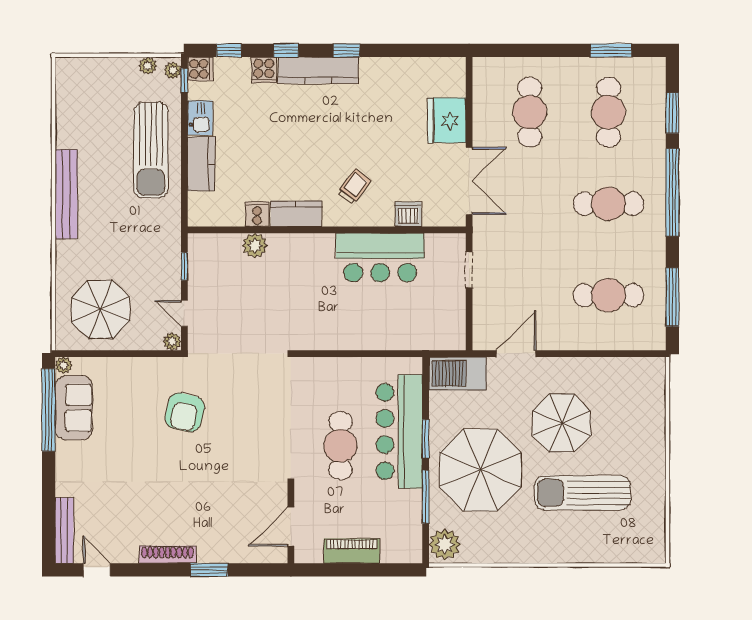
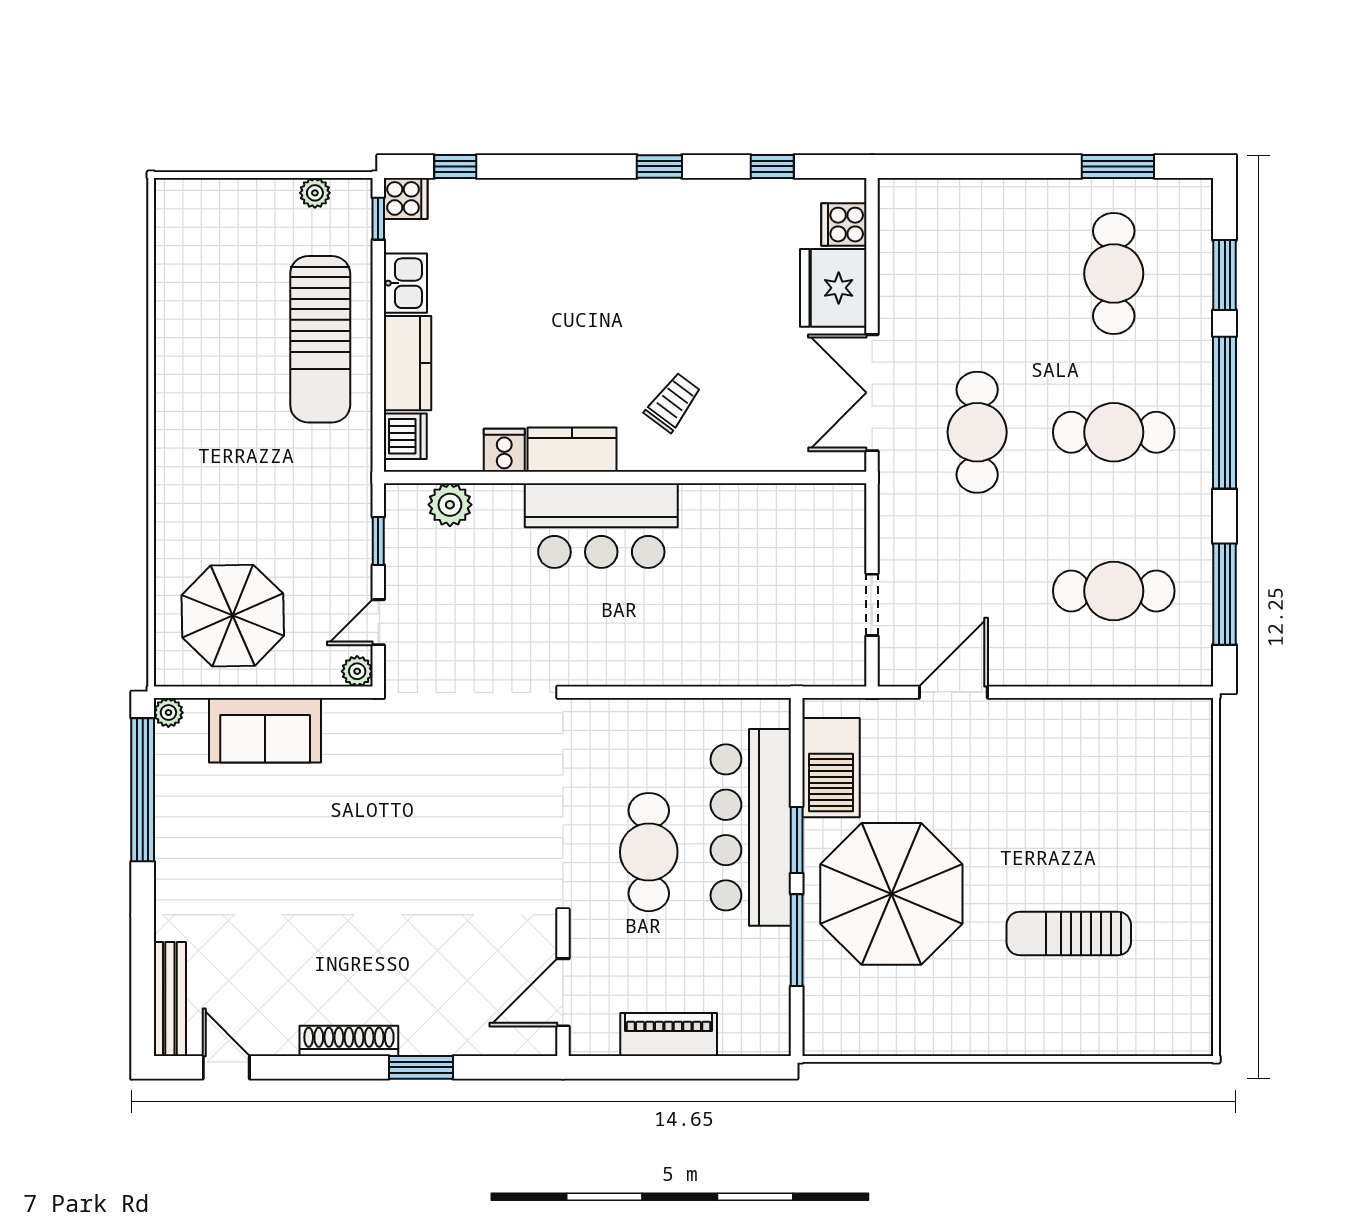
window: (286, 50) -> (772, 166), moved
plant: (173, 70) -> (358, 201), removed
cooker: (264, 70) -> (844, 225), moved, turned 90
kitchen counter: (318, 70) -> (610, 201), removed
cafe table: (530, 112) -> (977, 432), moved
double door: (469, 181) -> (872, 393), swing flipped
bench: (66, 194) -> (173, 416), removed
dishwasher: (408, 214) -> (405, 436), moved, turned 90
plant: (255, 246) -> (450, 505), moved
bar counter: (380, 258) -> (601, 526), moved
doorway: (469, 270) -> (872, 605), moved
door: (184, 313) -> (378, 622), hinge flipped
barbecue: (458, 373) -> (831, 768), moved, turned -90
sofa: (74, 408) -> (265, 730), moved, turned 90
armchair: (185, 412) -> (379, 794), removed
parasol: (562, 423) -> (1033, 813), removed
sun lounger: (583, 493) -> (1069, 933), width x0.73, depth x0.75
plant: (445, 544) -> (830, 1023), removed

